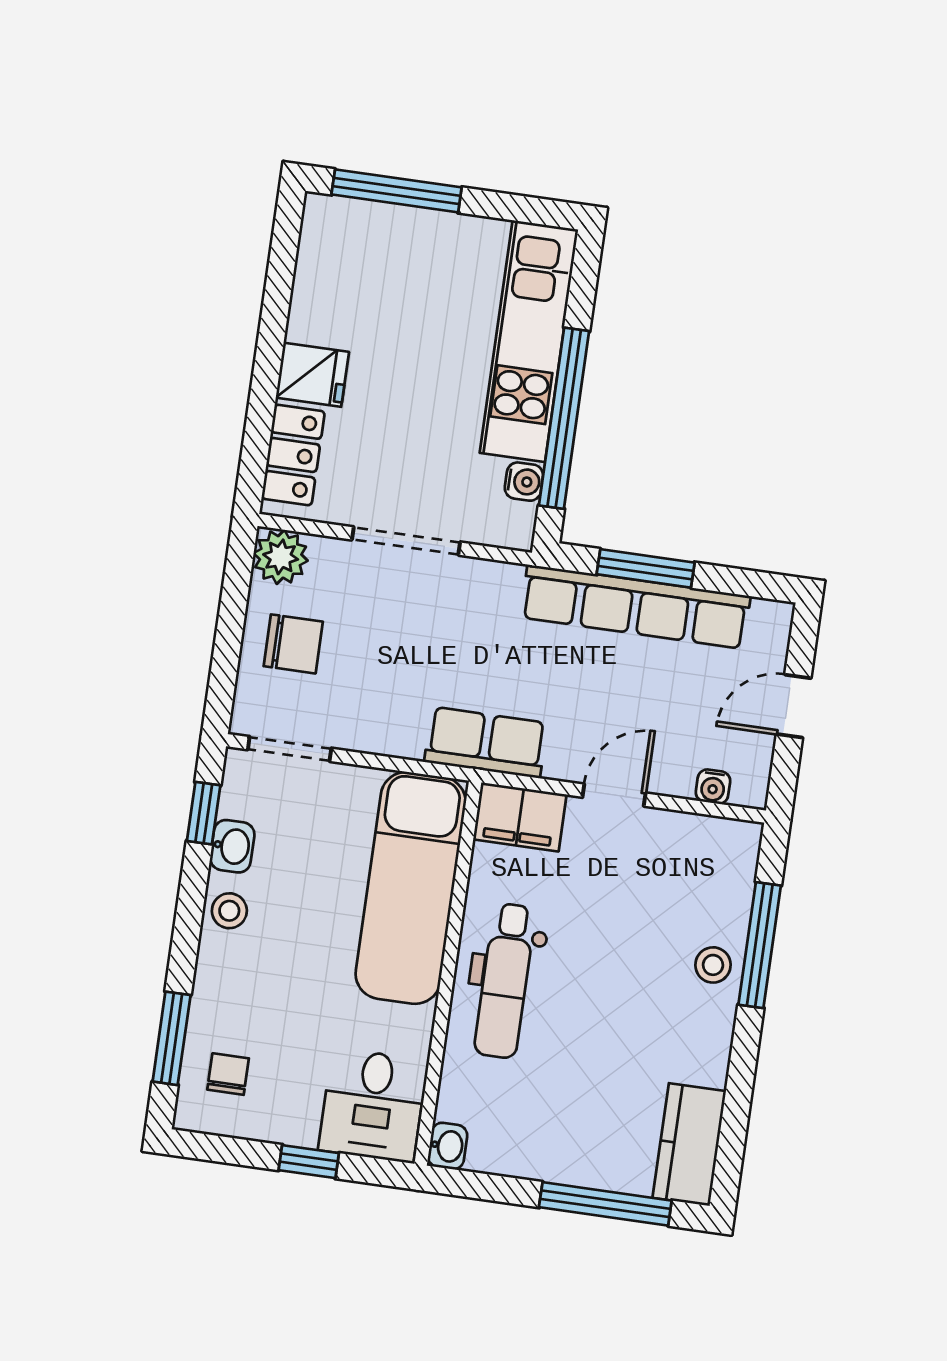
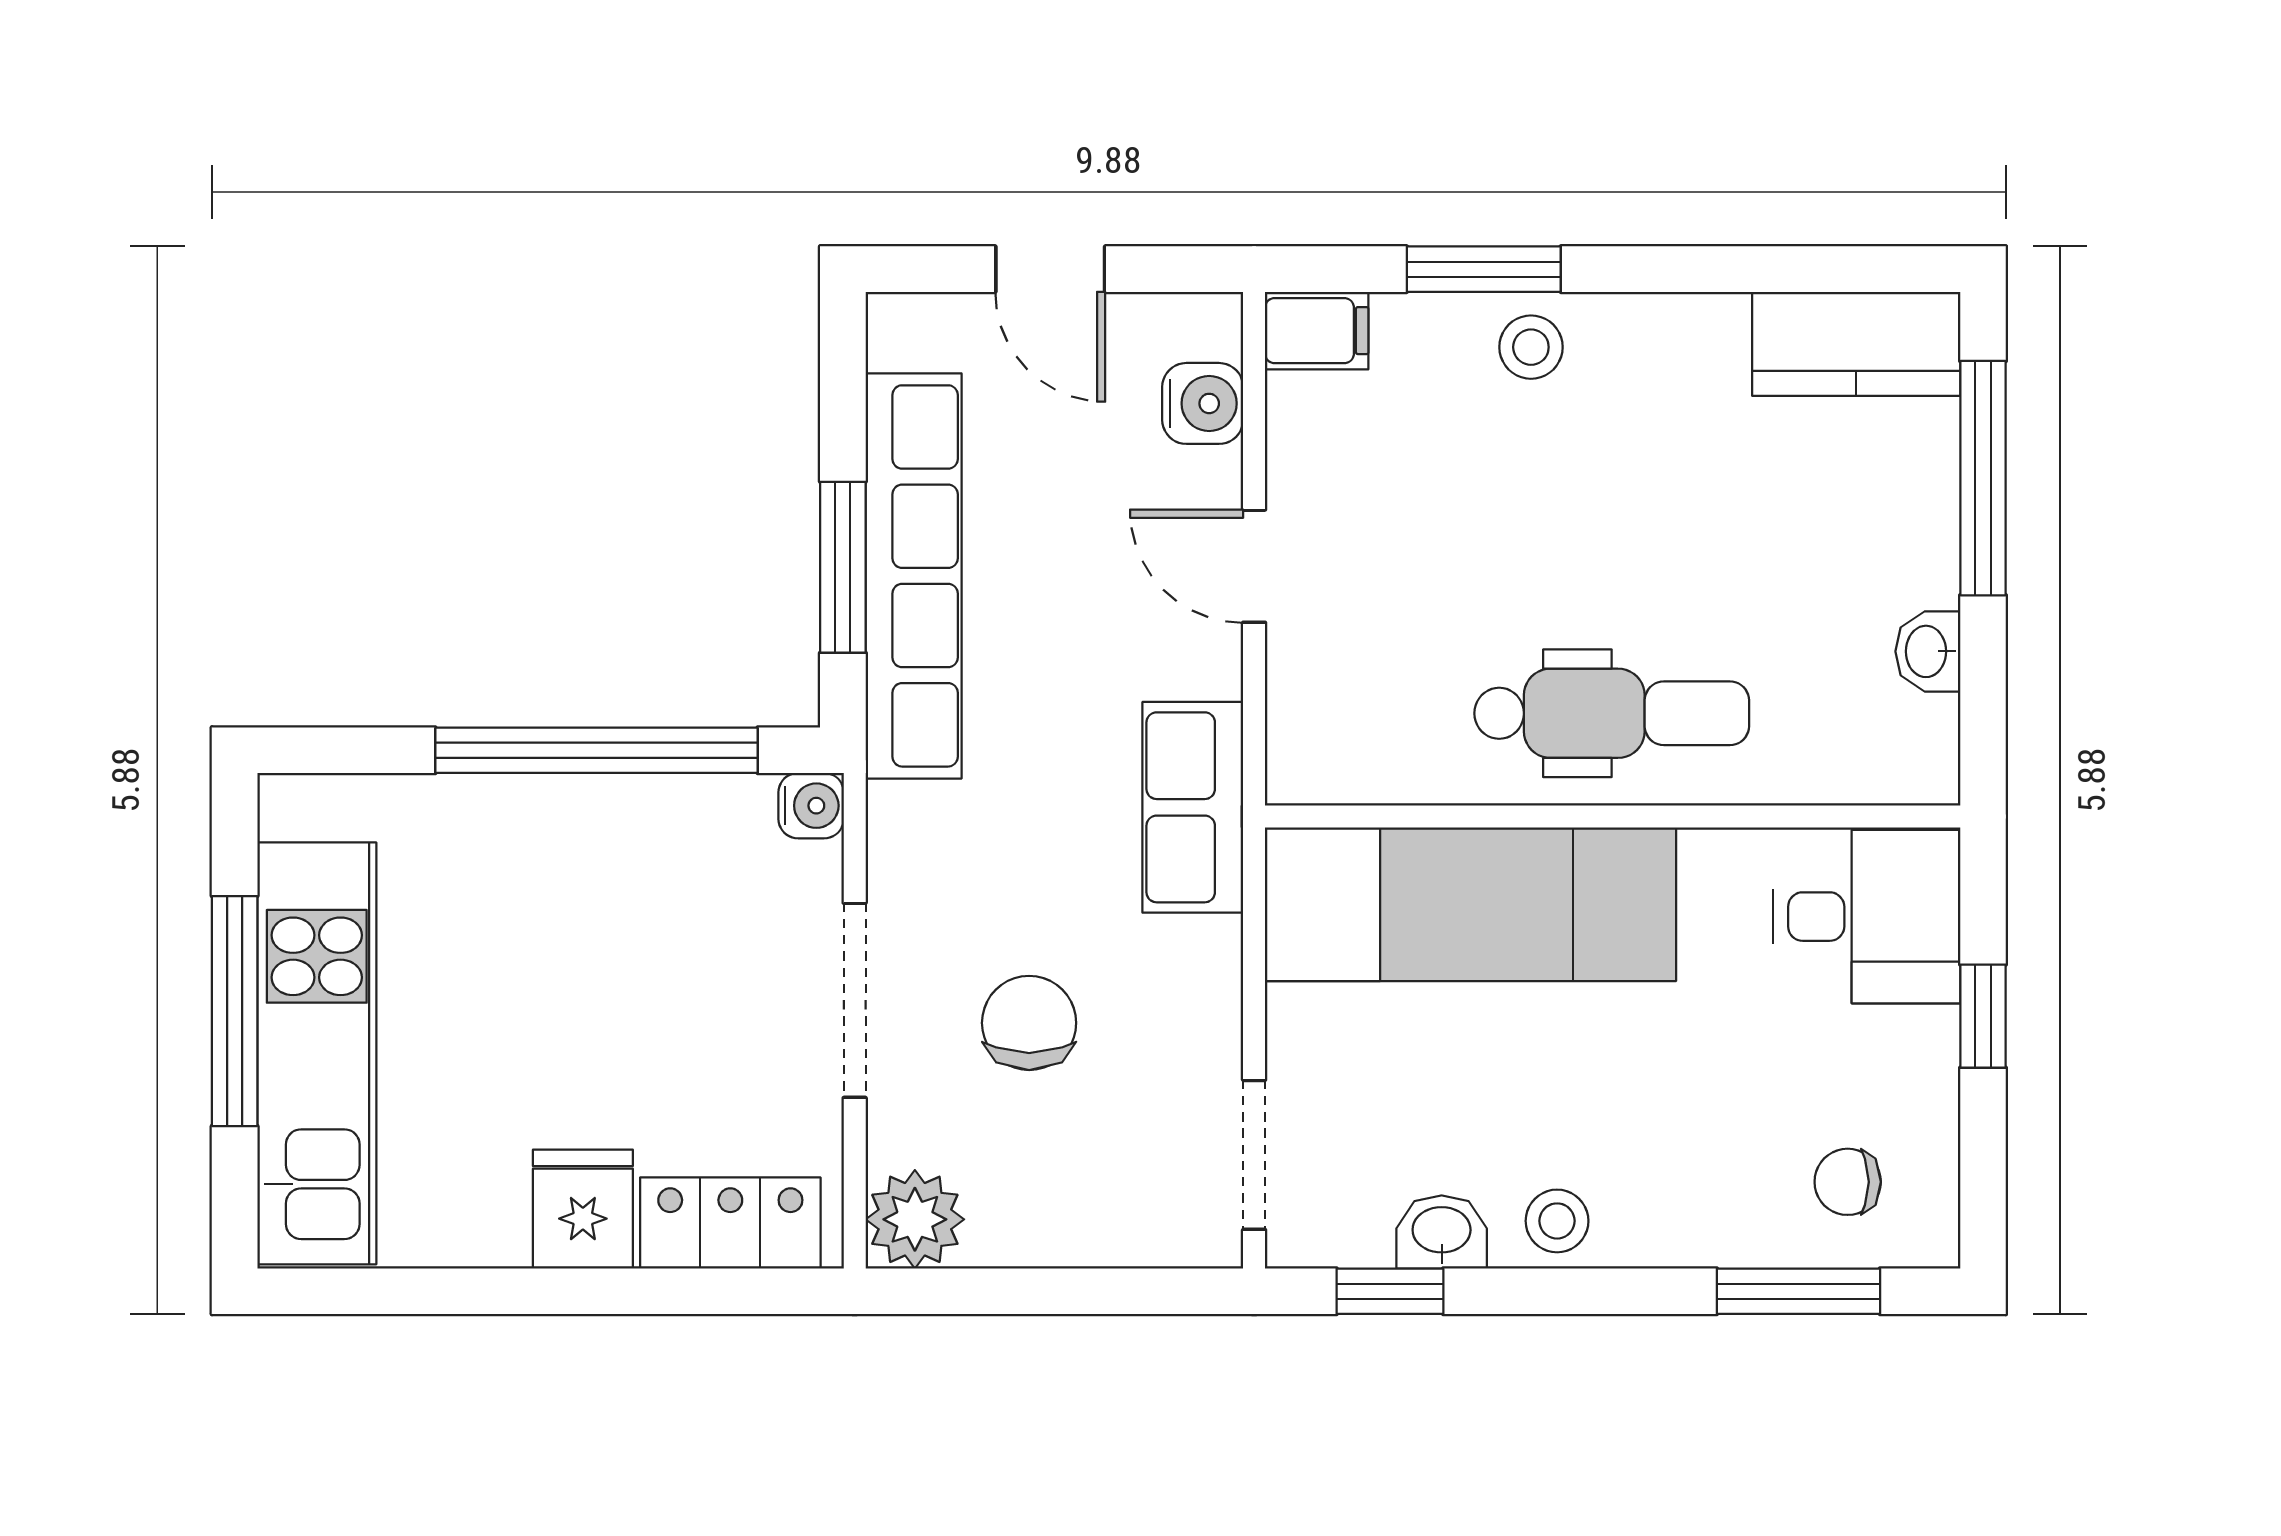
window: (397, 191) -> (235, 1011), moved
kitchen unit: (529, 341) -> (317, 1053), moved, turned -90
water cooler: (524, 482) -> (811, 806), moved, turned 90
chair: (293, 644) -> (1029, 1023), moved
water cooler: (713, 787) -> (1203, 403), width x1.38, depth x1.38
filing cabinet: (520, 817) -> (1317, 331), moved, width x0.50
window: (760, 945) -> (1484, 269), width x0.69
washbasin: (448, 1146) -> (1928, 651), moved, turned -90

